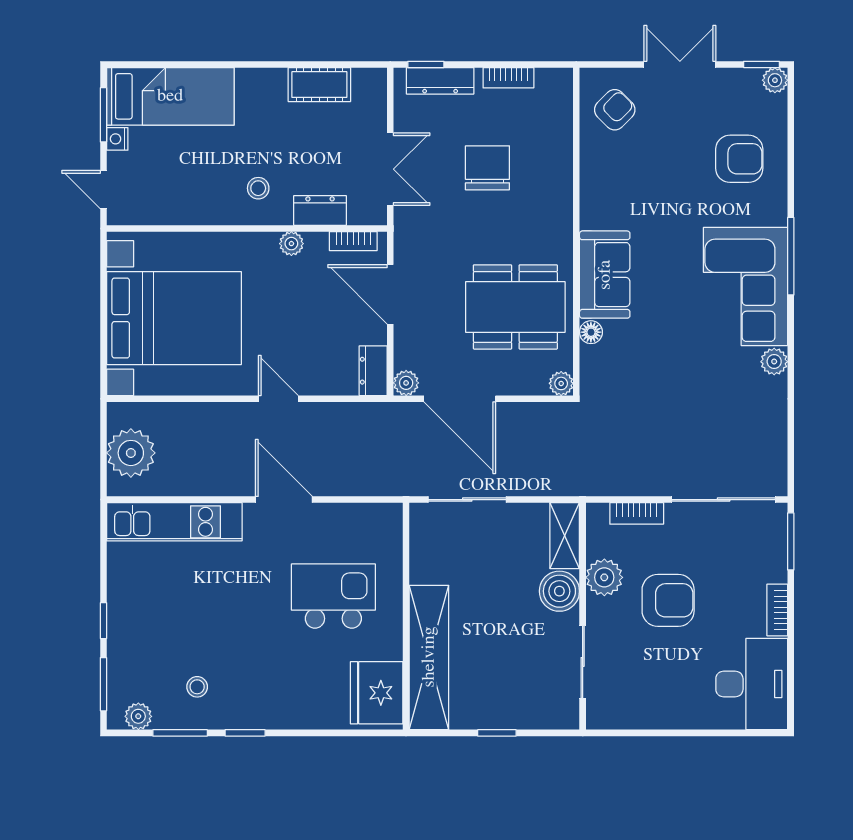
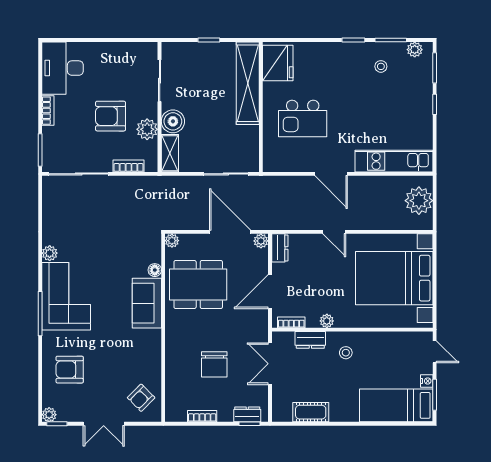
dresser: (440, 81) -> (247, 414), width x0.70
door: (390, 294) -> (270, 292), swing flipped

